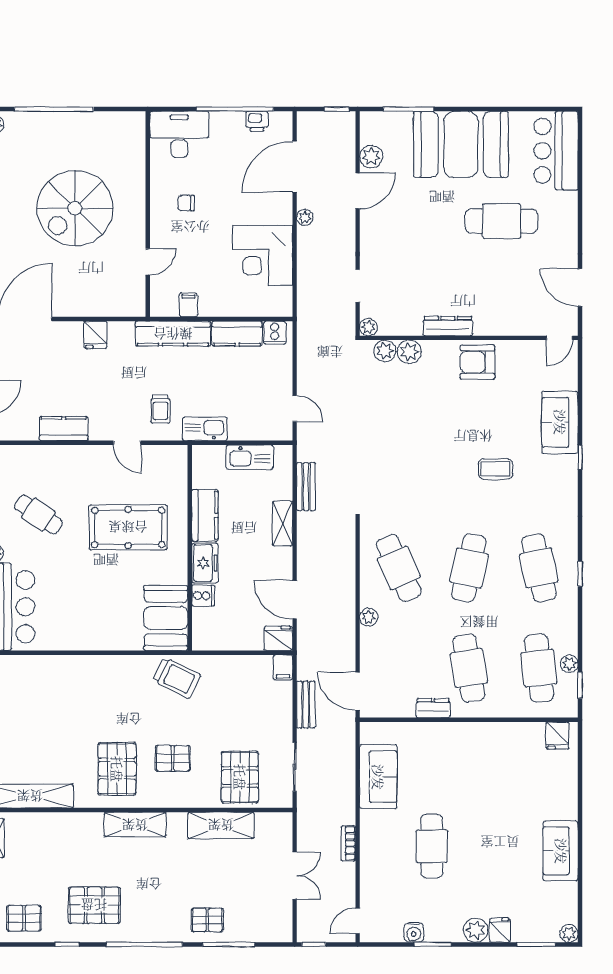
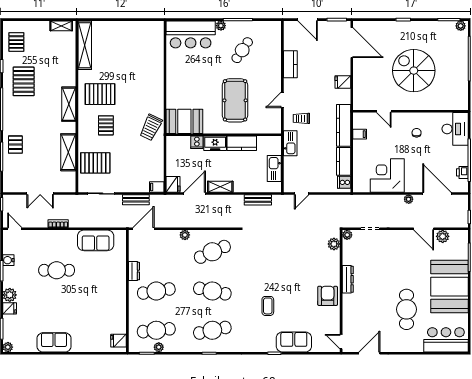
plant: (409, 352) -> (333, 258), removed
shelving: (282, 523) -> (220, 187), moved

